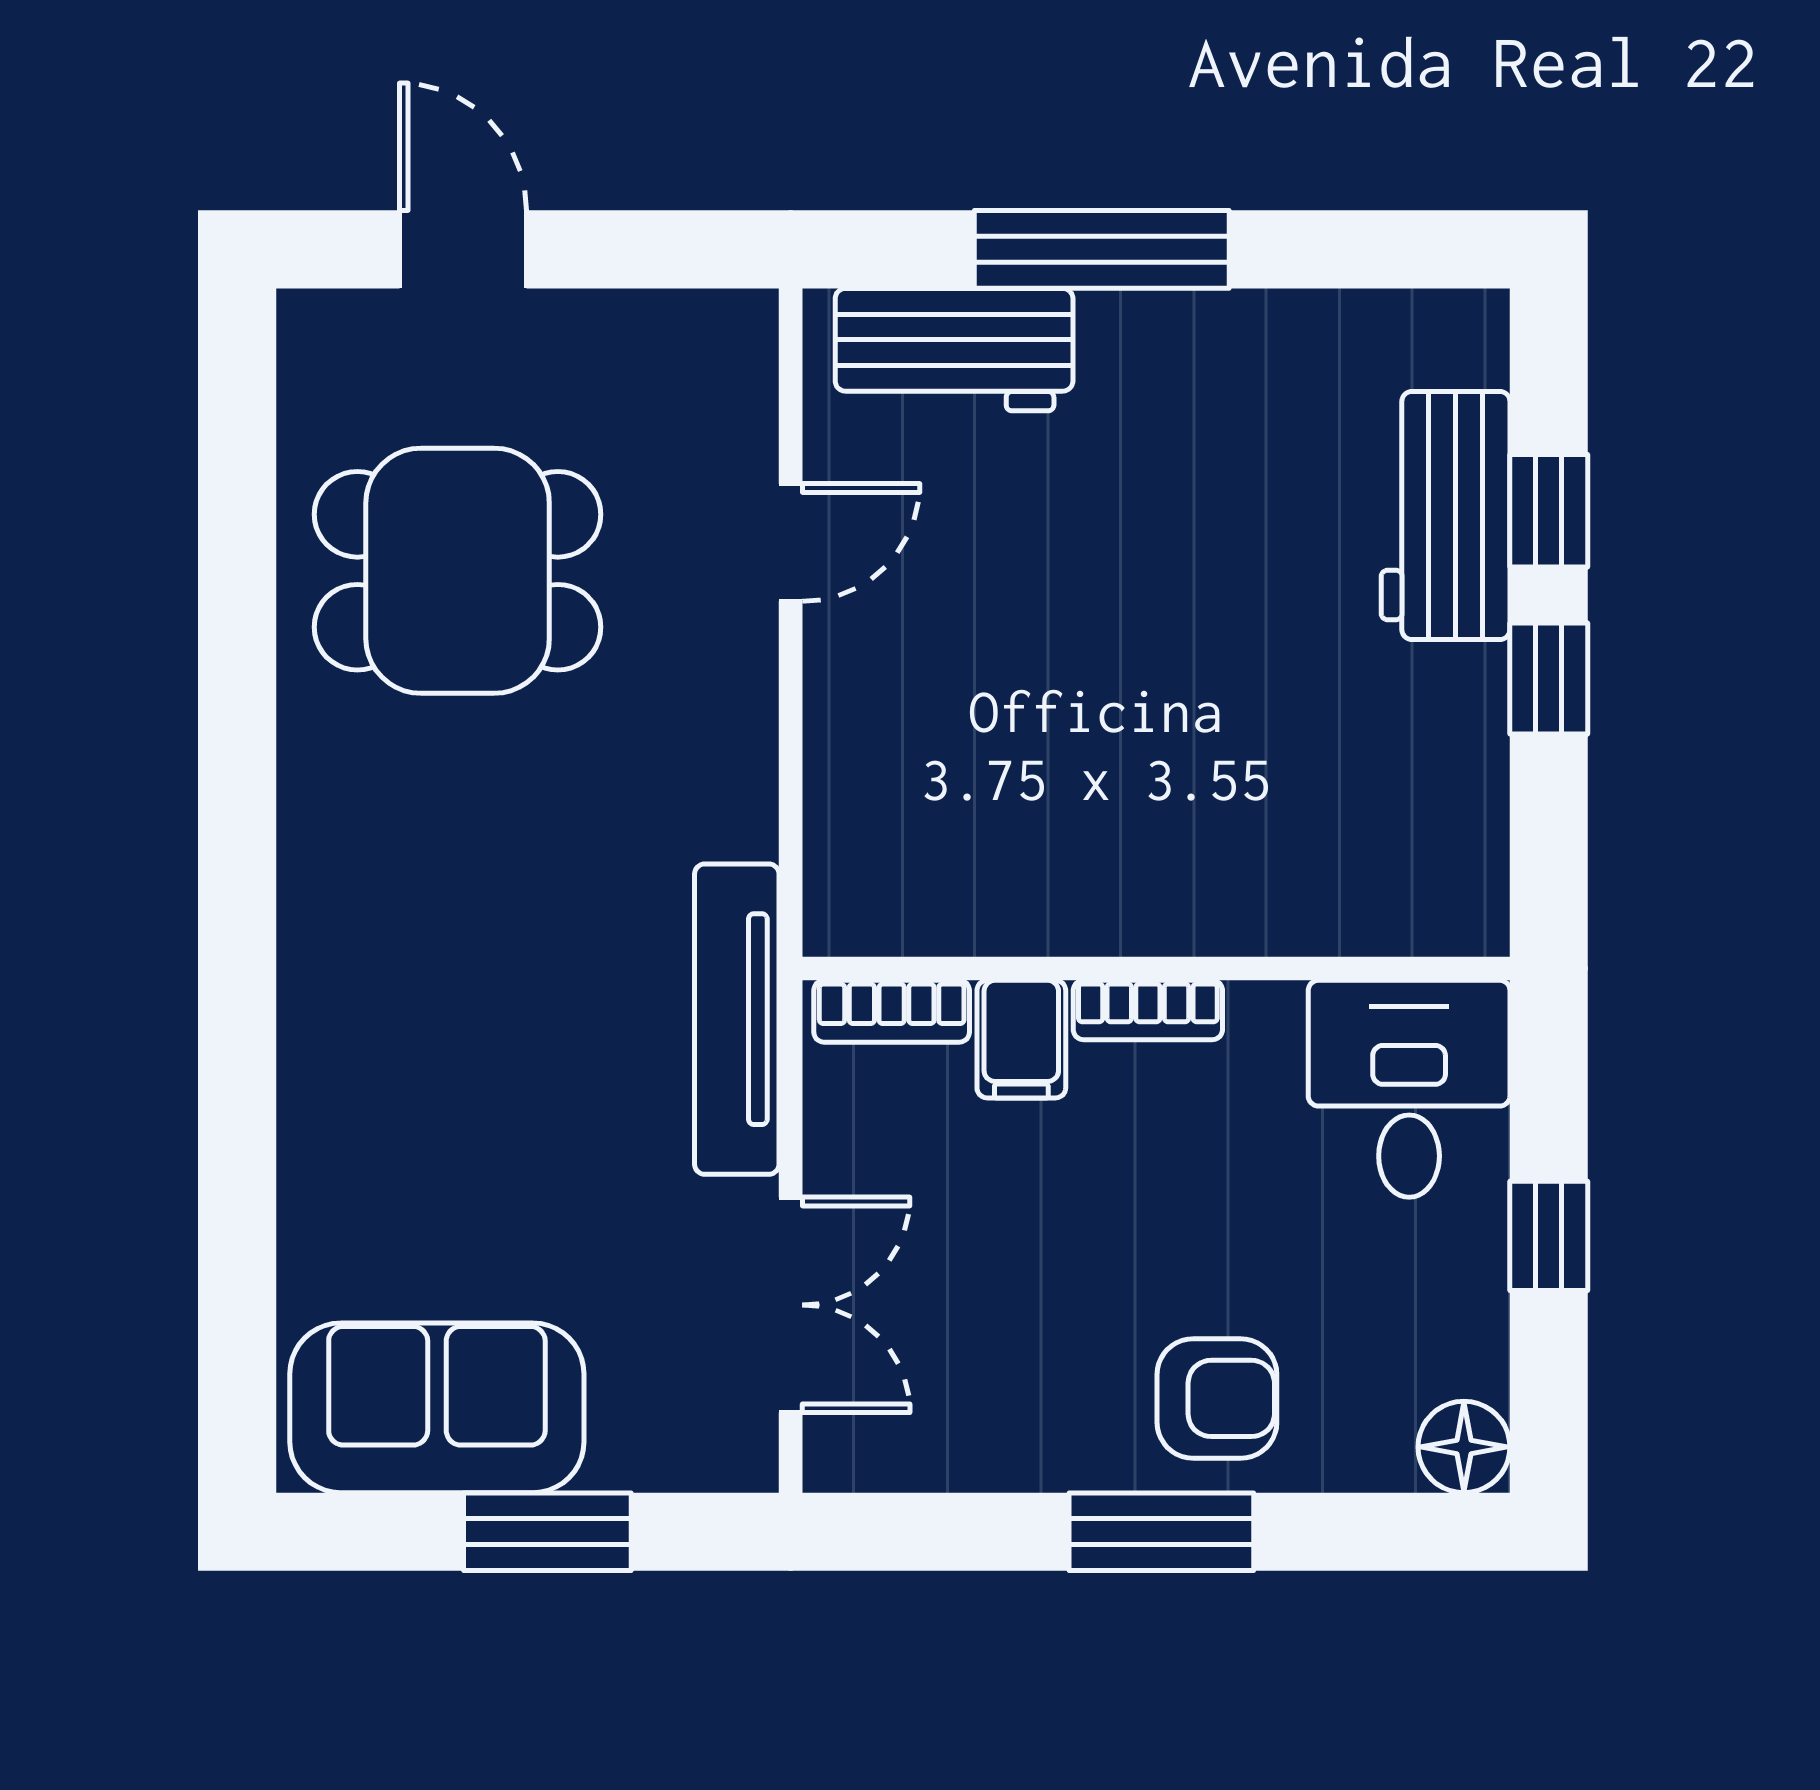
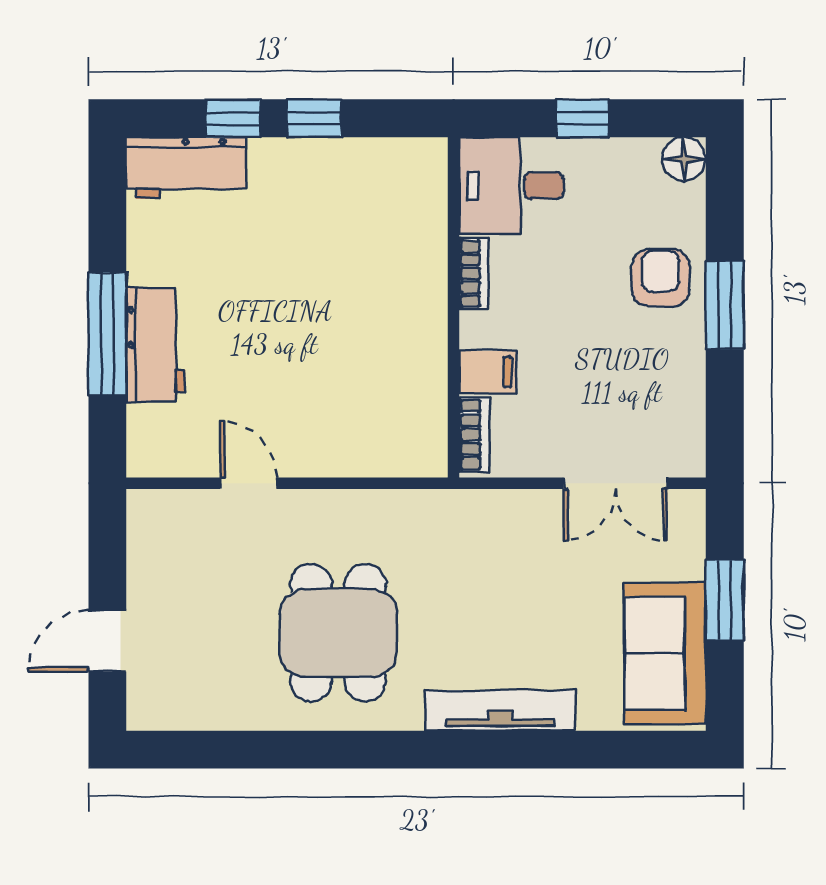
workbench: (954, 350) -> (156, 345), moved
workbench: (1446, 515) -> (186, 168), moved
dining table: (458, 571) -> (338, 633), moved
bookcase: (1148, 1010) -> (474, 274), moved
tv unit: (737, 1019) -> (500, 711), moved, turned 180
double door: (791, 1305) -> (616, 483), swing flipped

